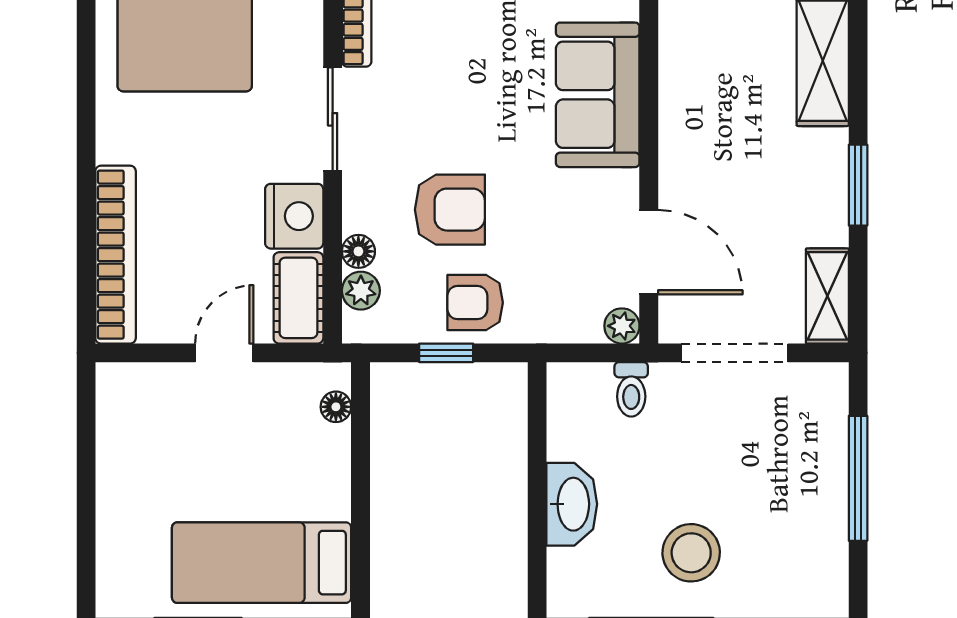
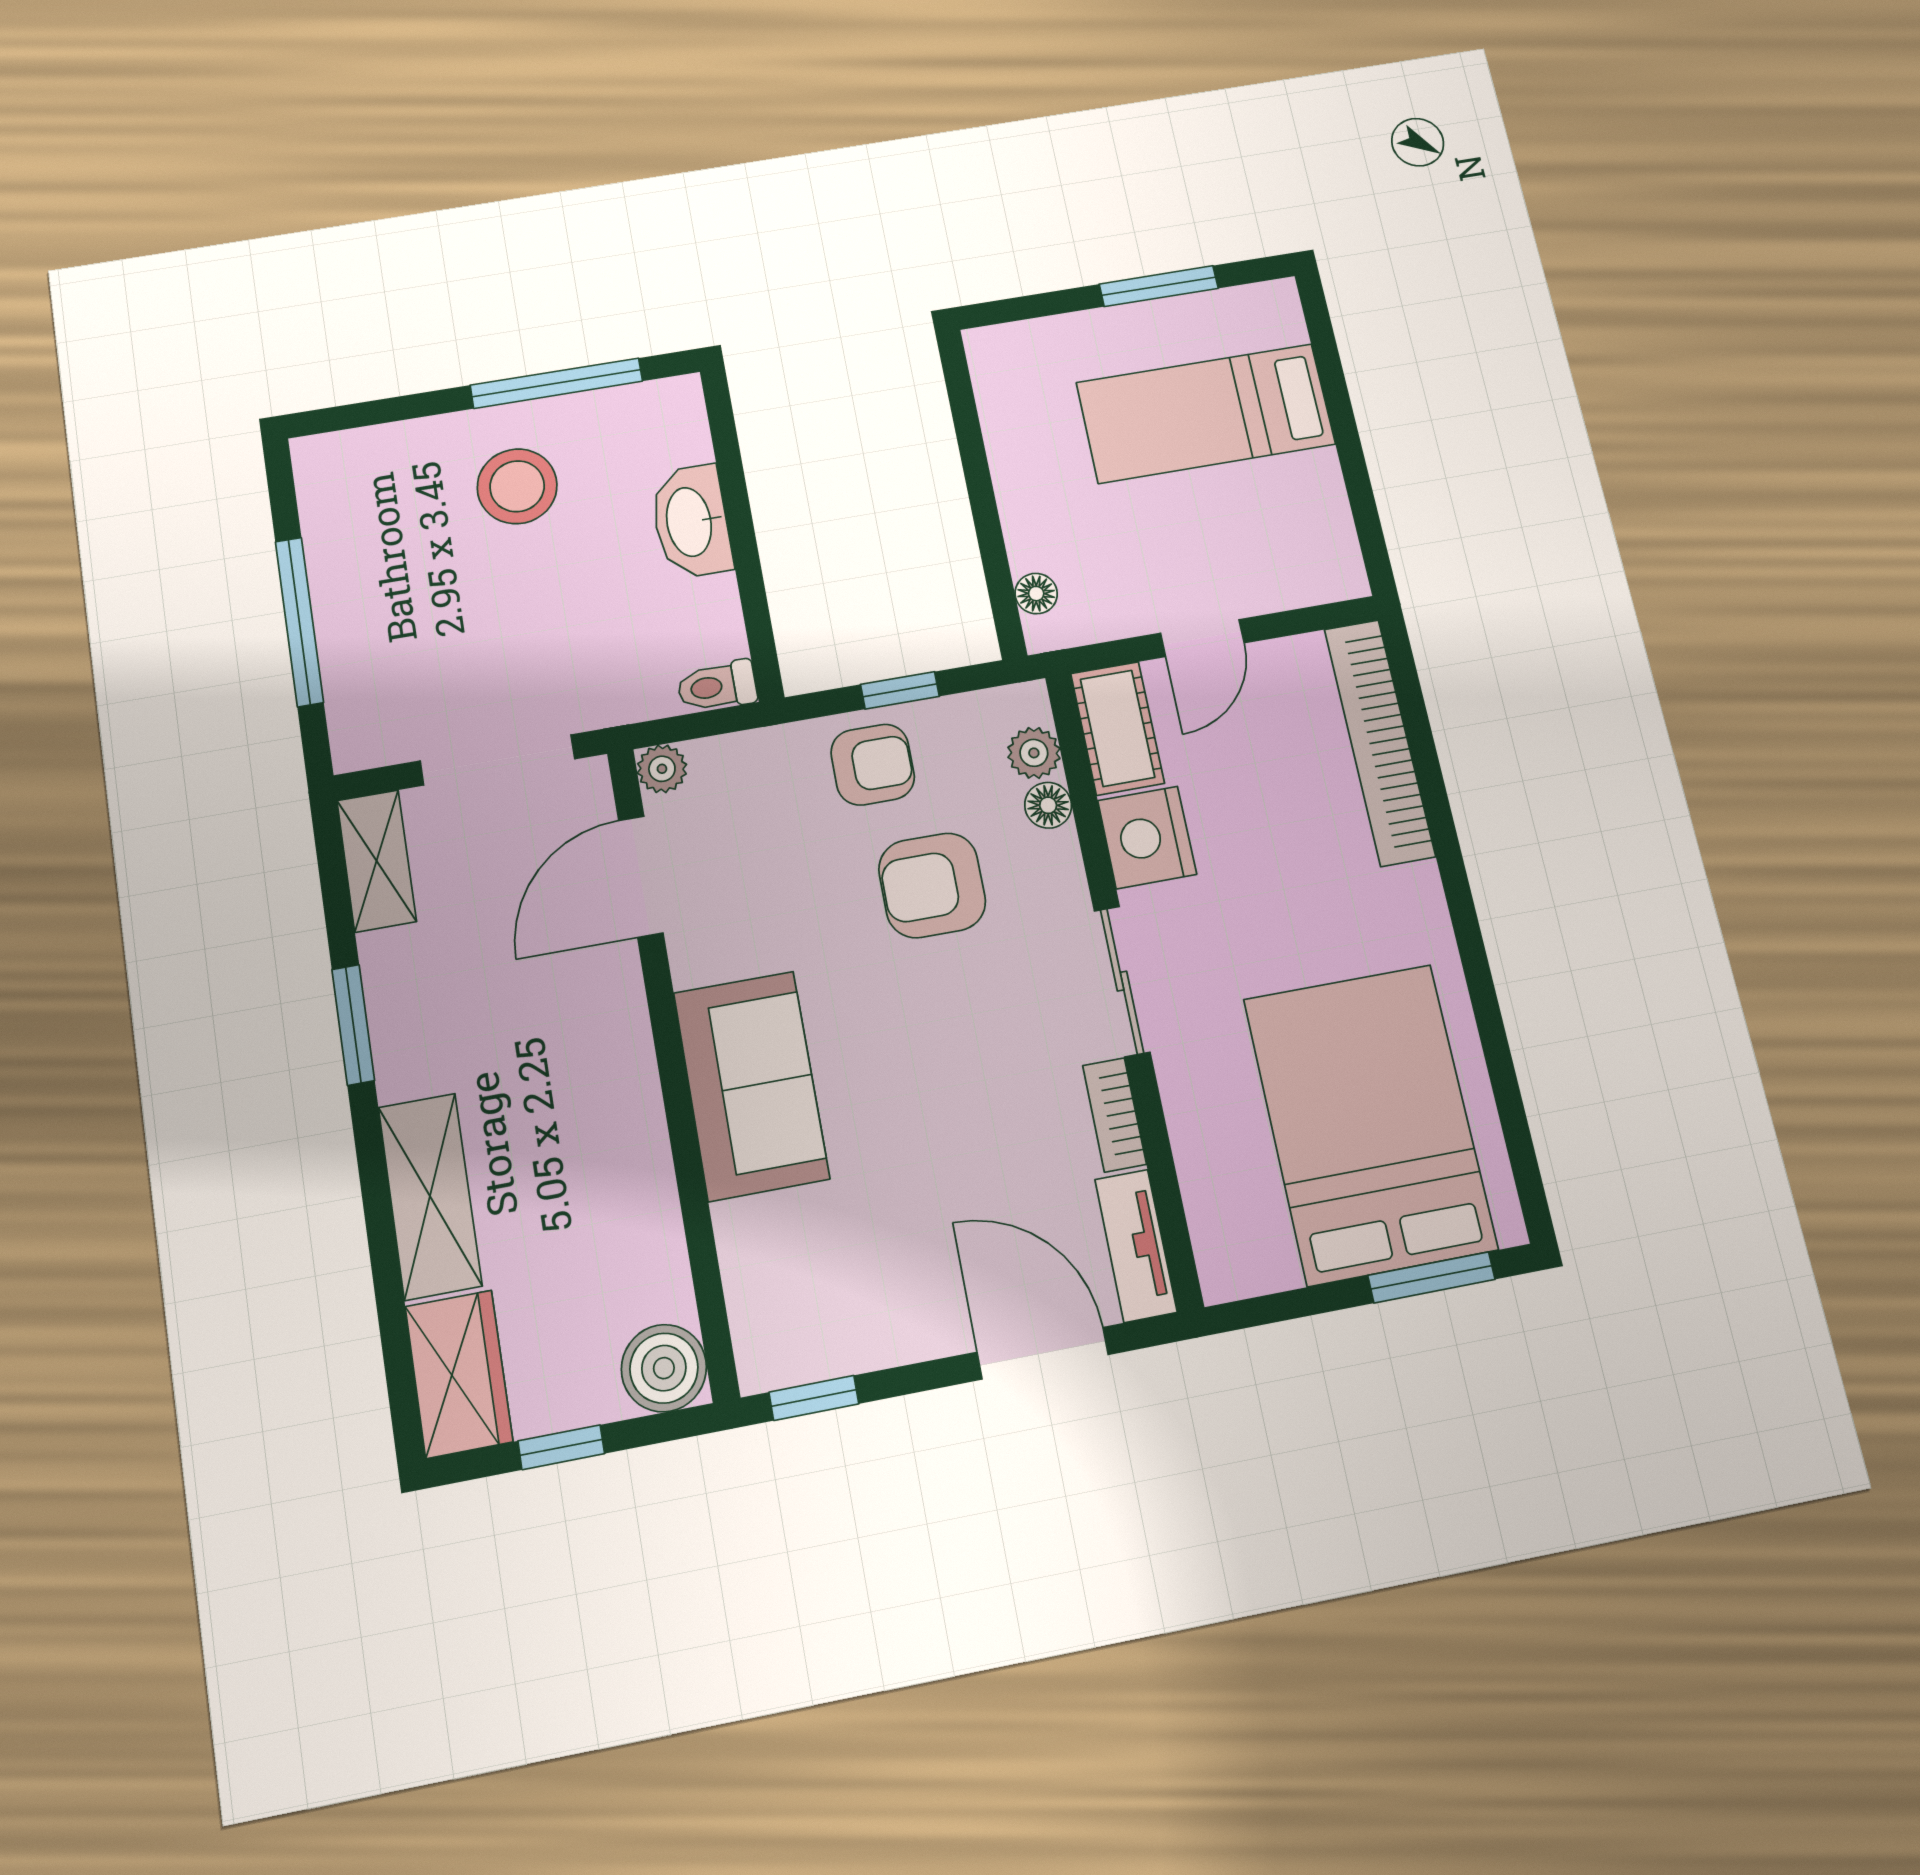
door: (649, 252) -> (641, 876), hinge flipped
toilet: (631, 389) -> (717, 686), moved, turned -90
bed: (262, 563) -> (1206, 413), moved, turned 180

